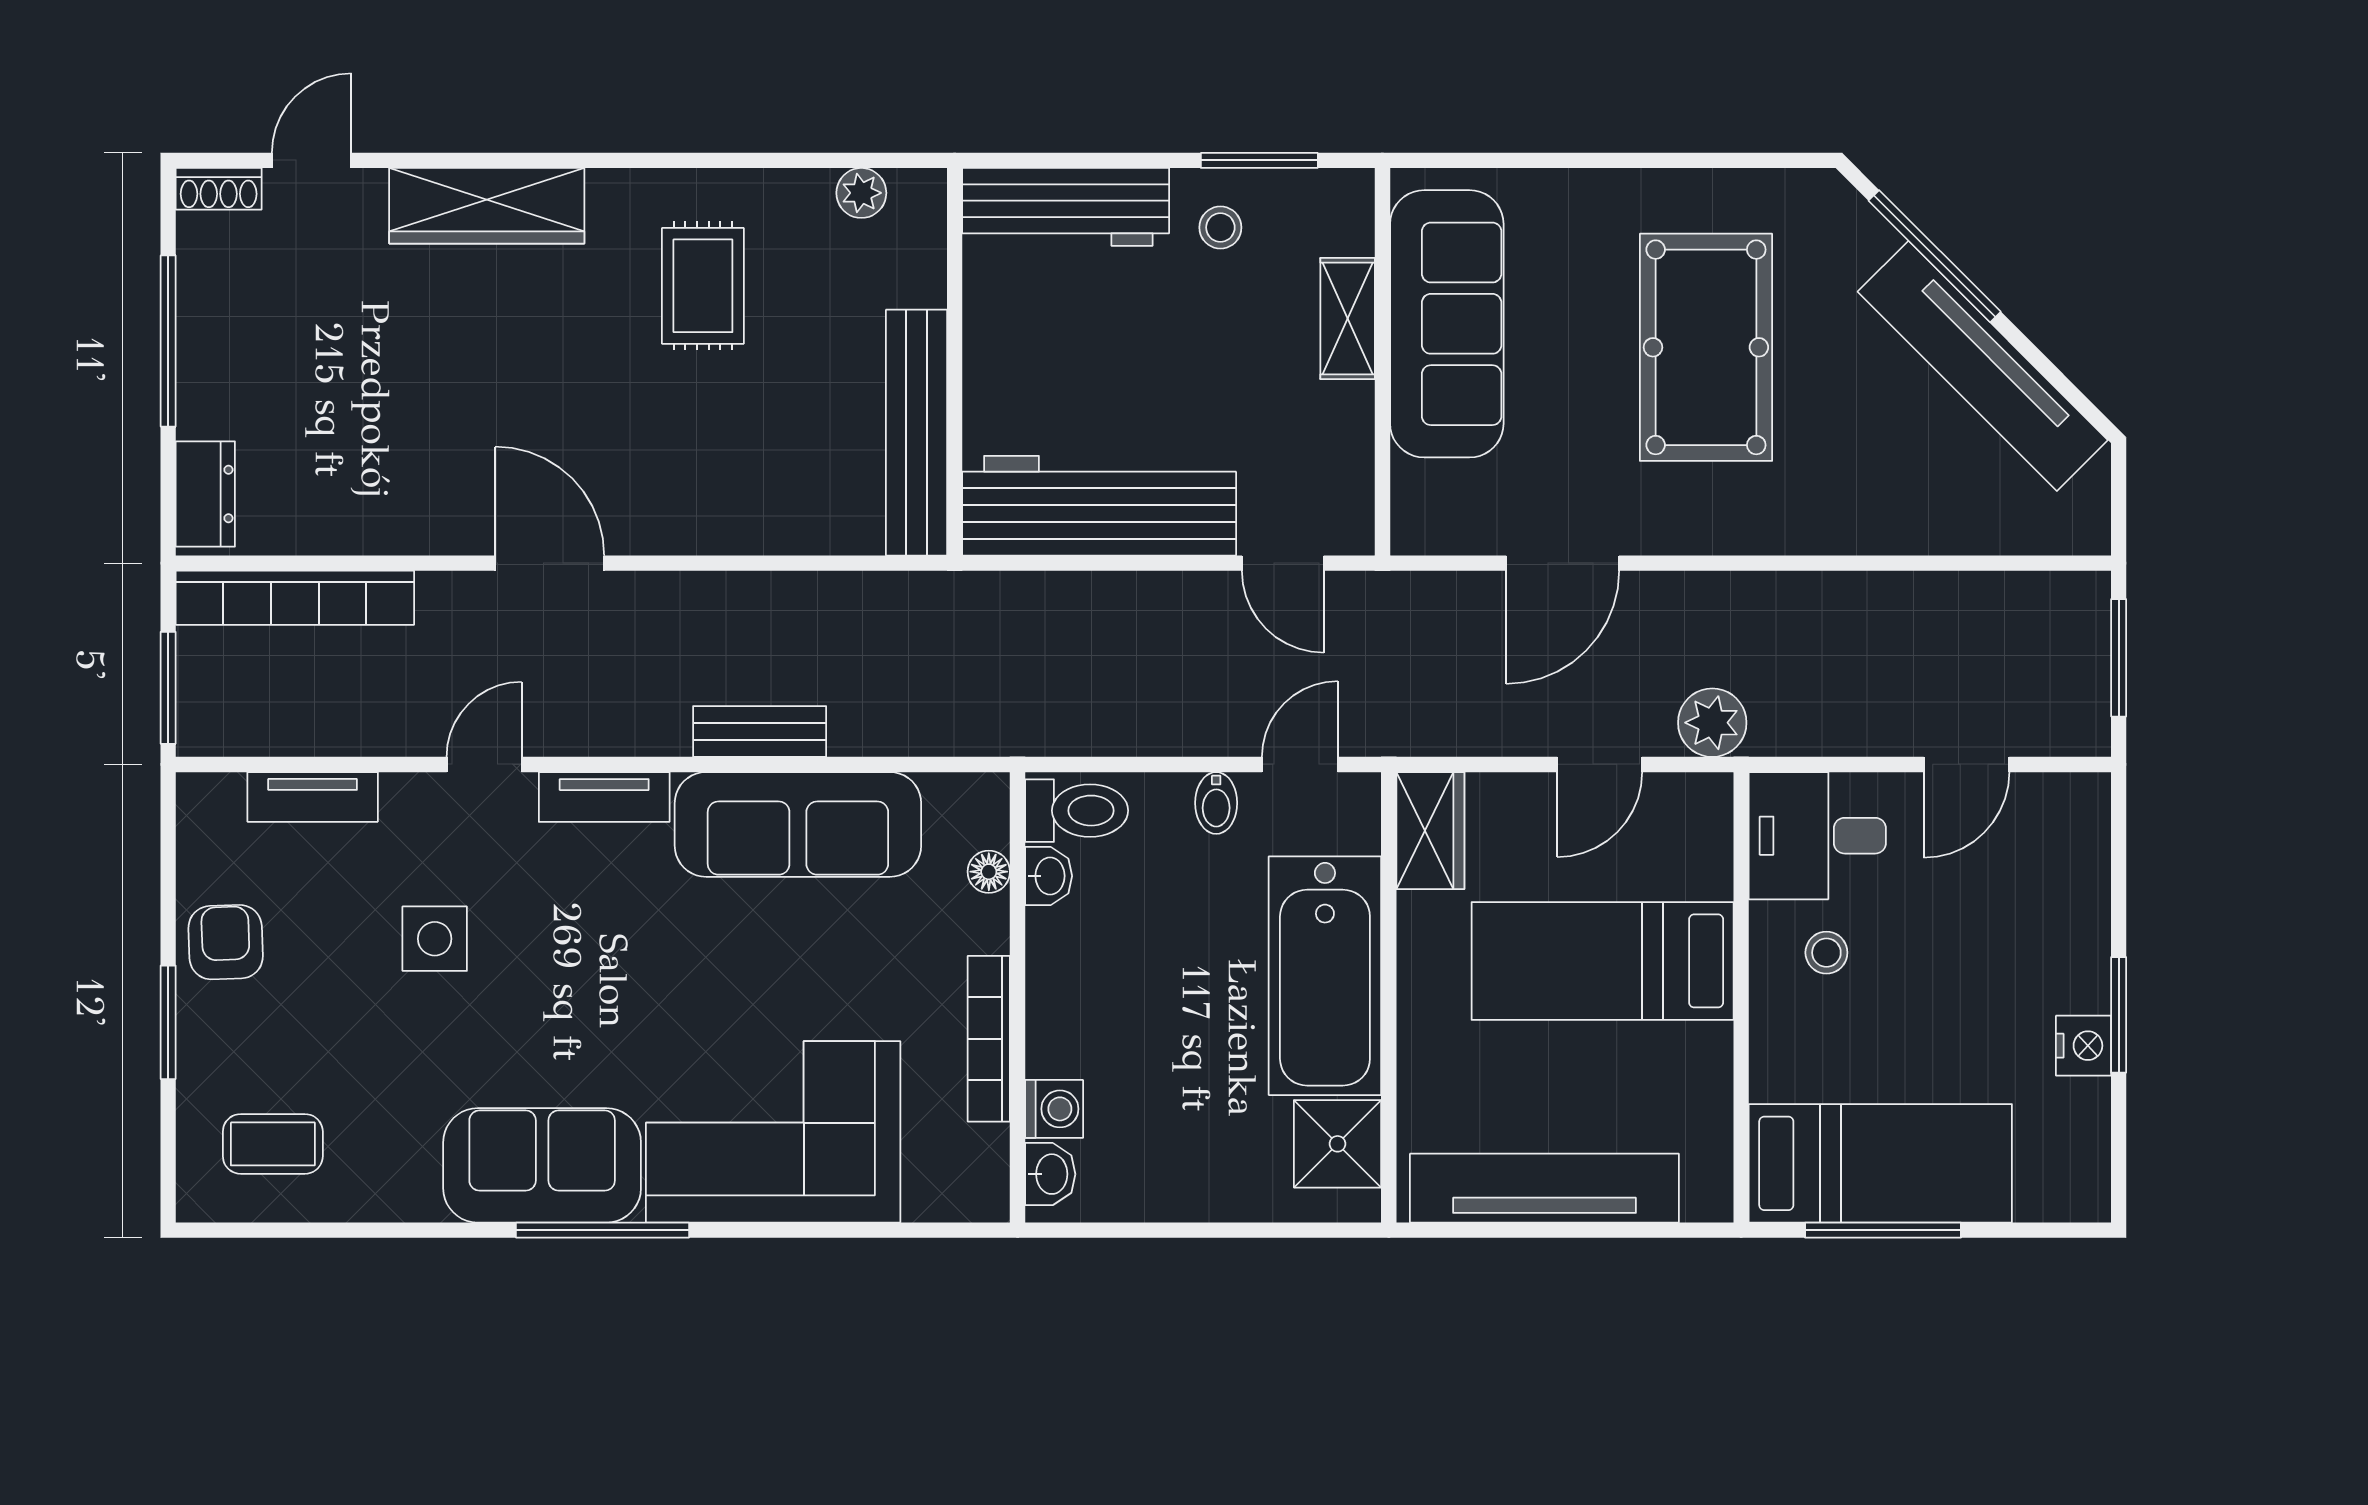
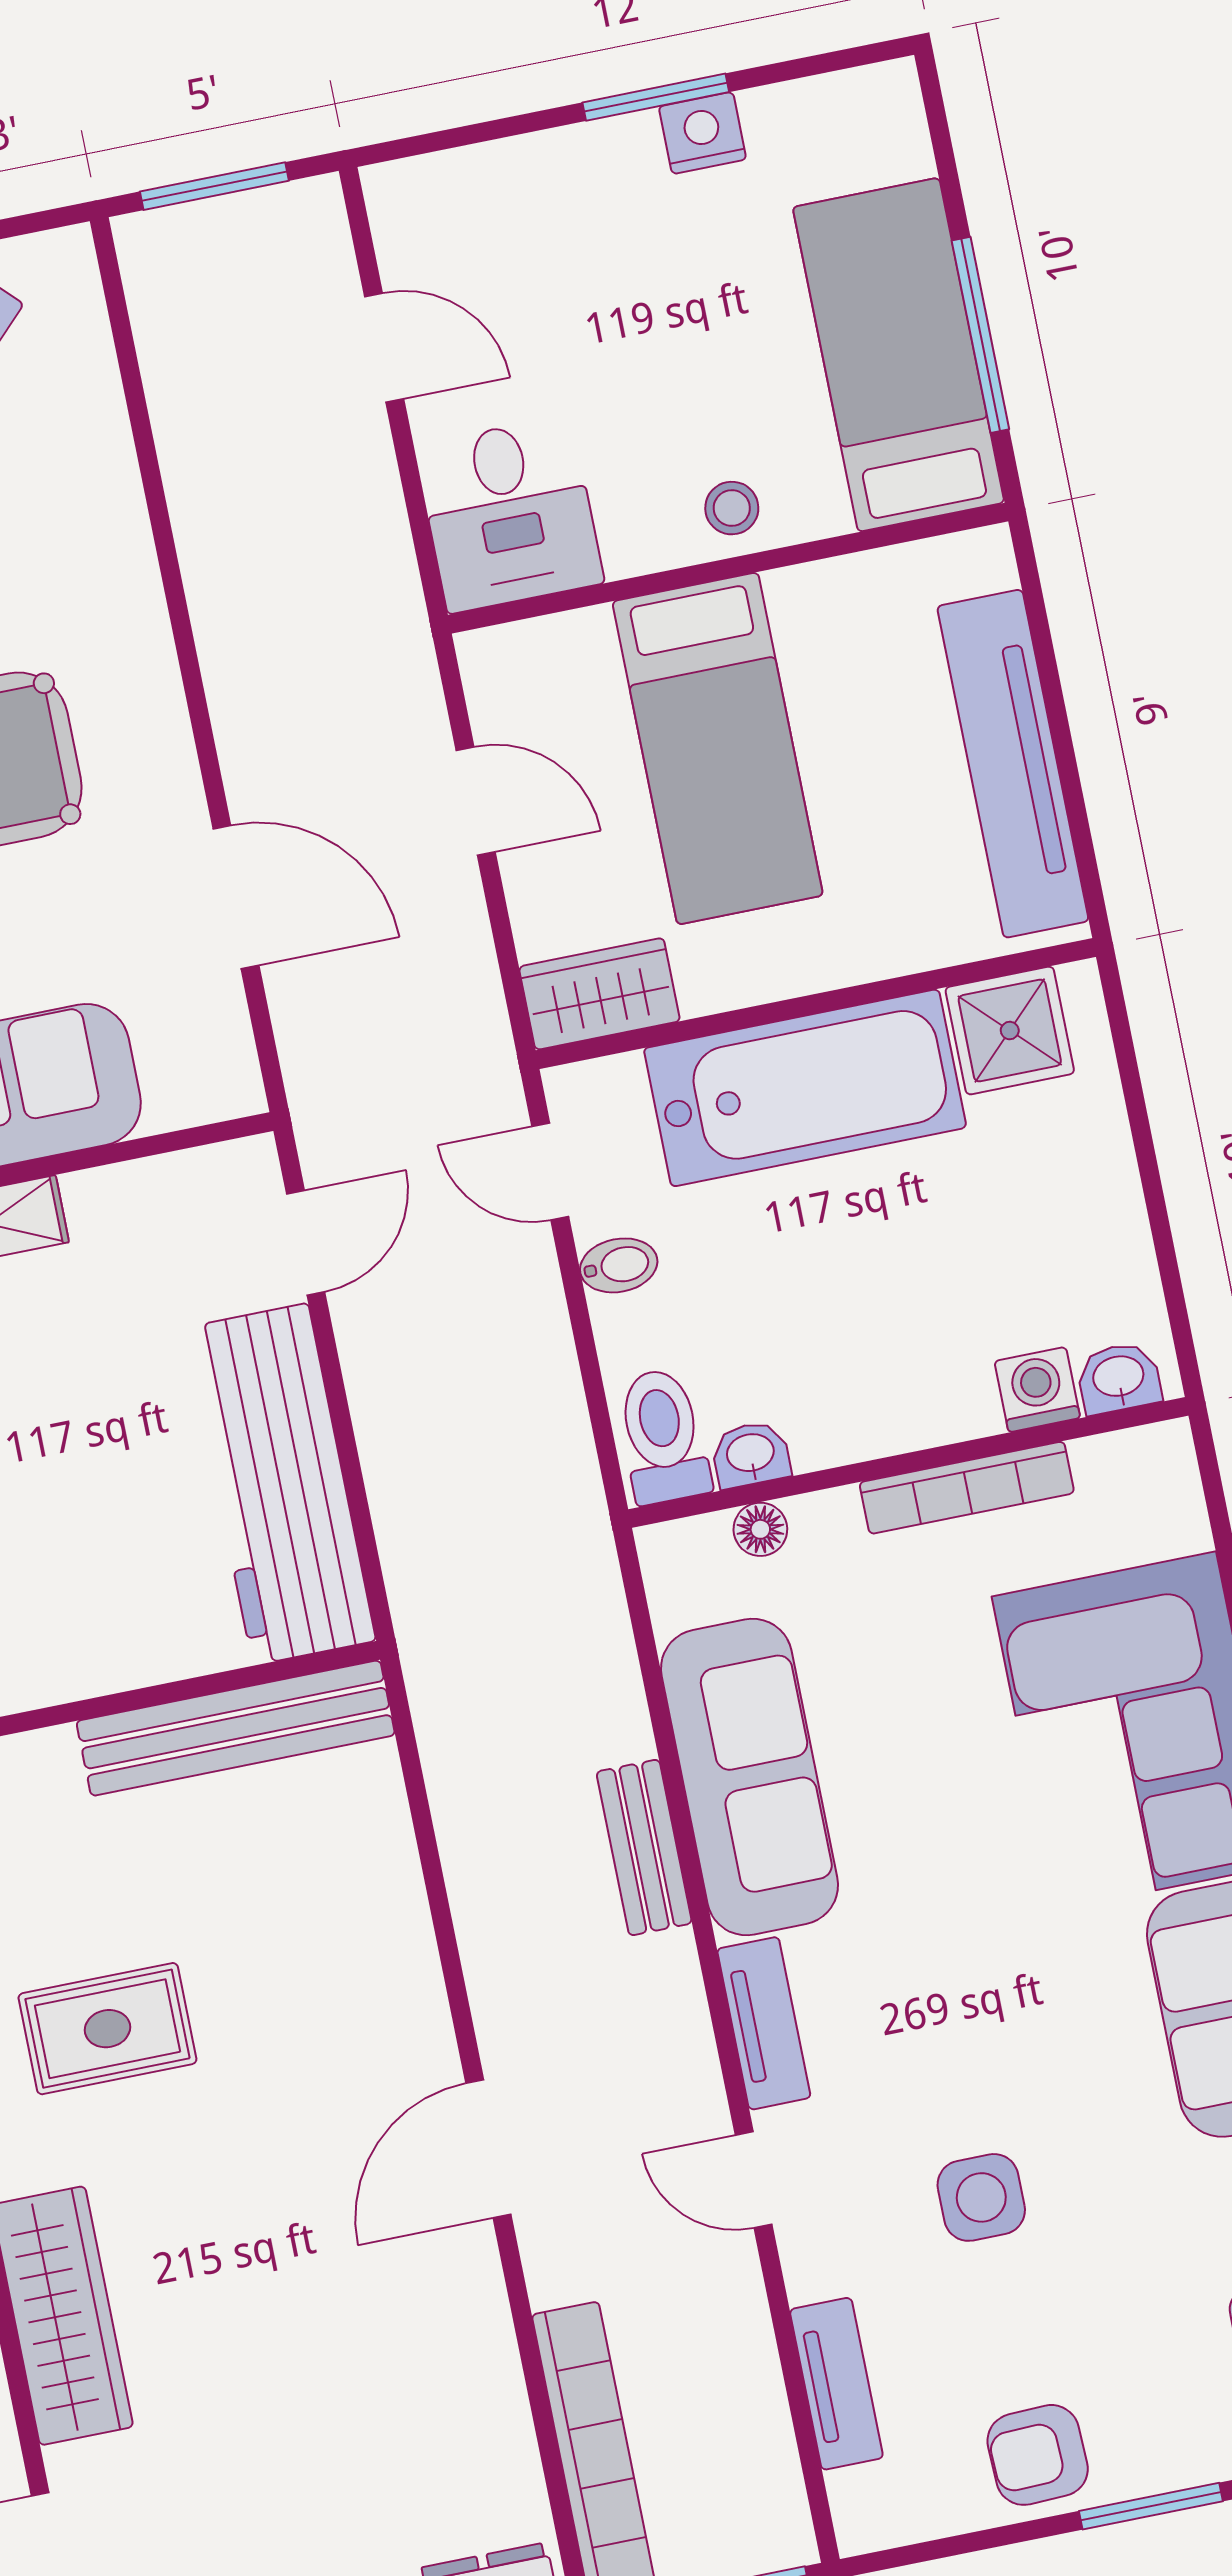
plant: (1712, 723) -> (396, 672), removed
stool: (1826, 953) -> (732, 508), moved

